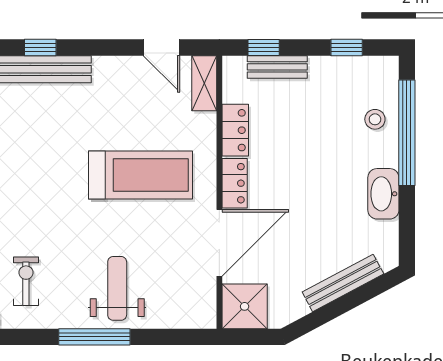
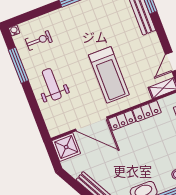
weight bench: (117, 288) -> (52, 84), turned -90
window: (94, 337) -> (18, 65), moved

